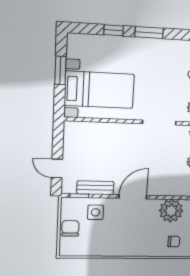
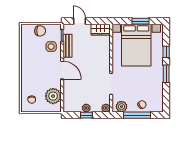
bed with nightstands: (99, 90) -> (136, 45), width x1.36
wardrobe: (72, 136) -> (101, 30), added
door: (57, 168) -> (79, 21), hinge flipped

